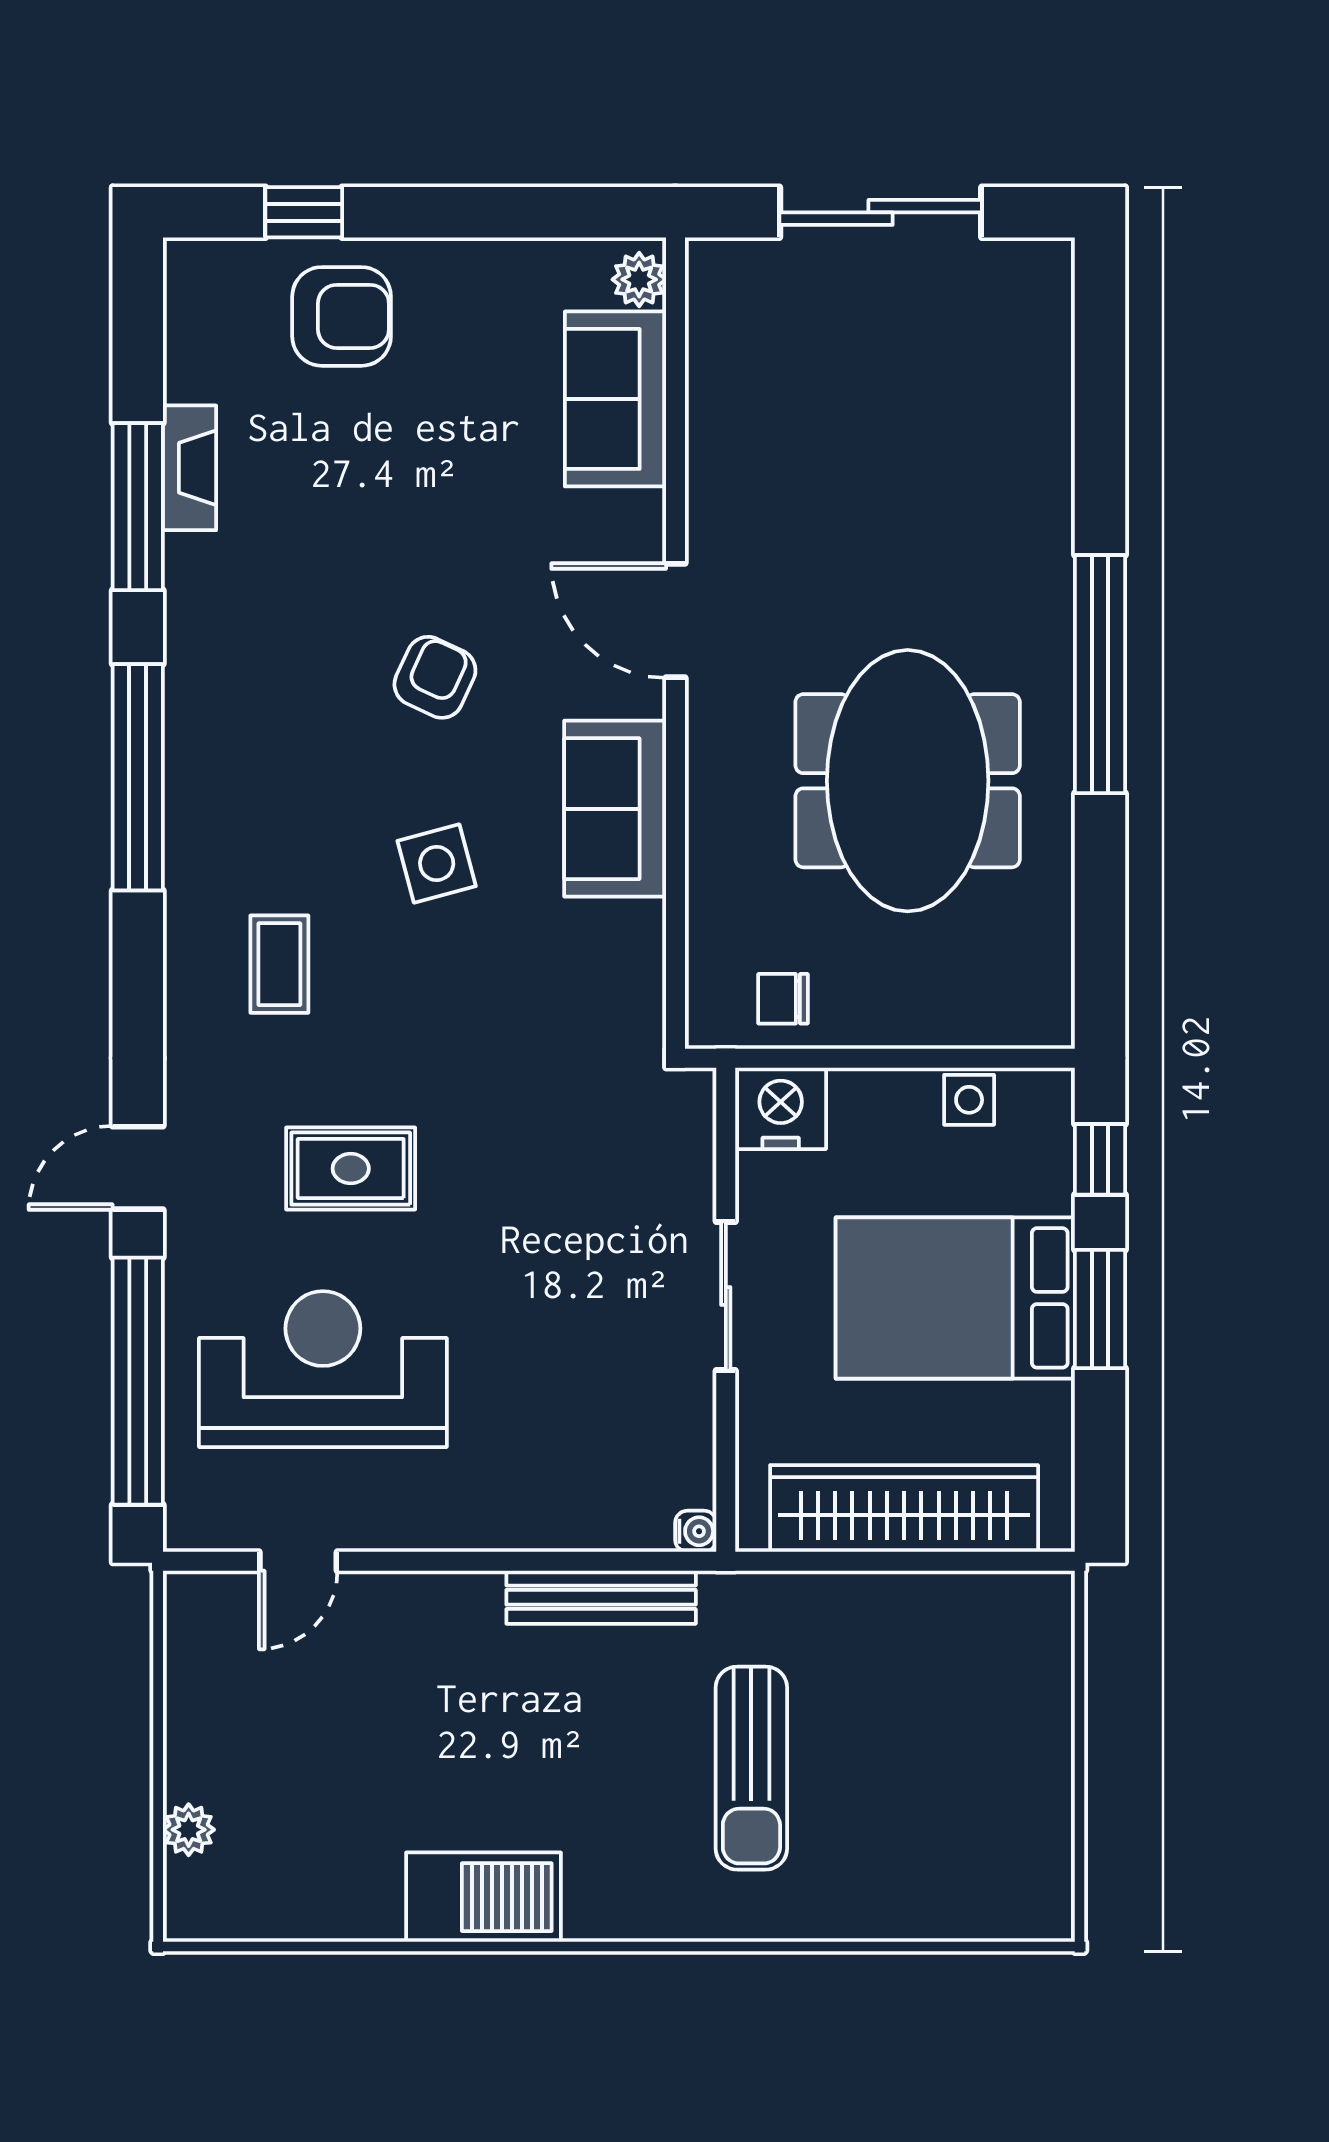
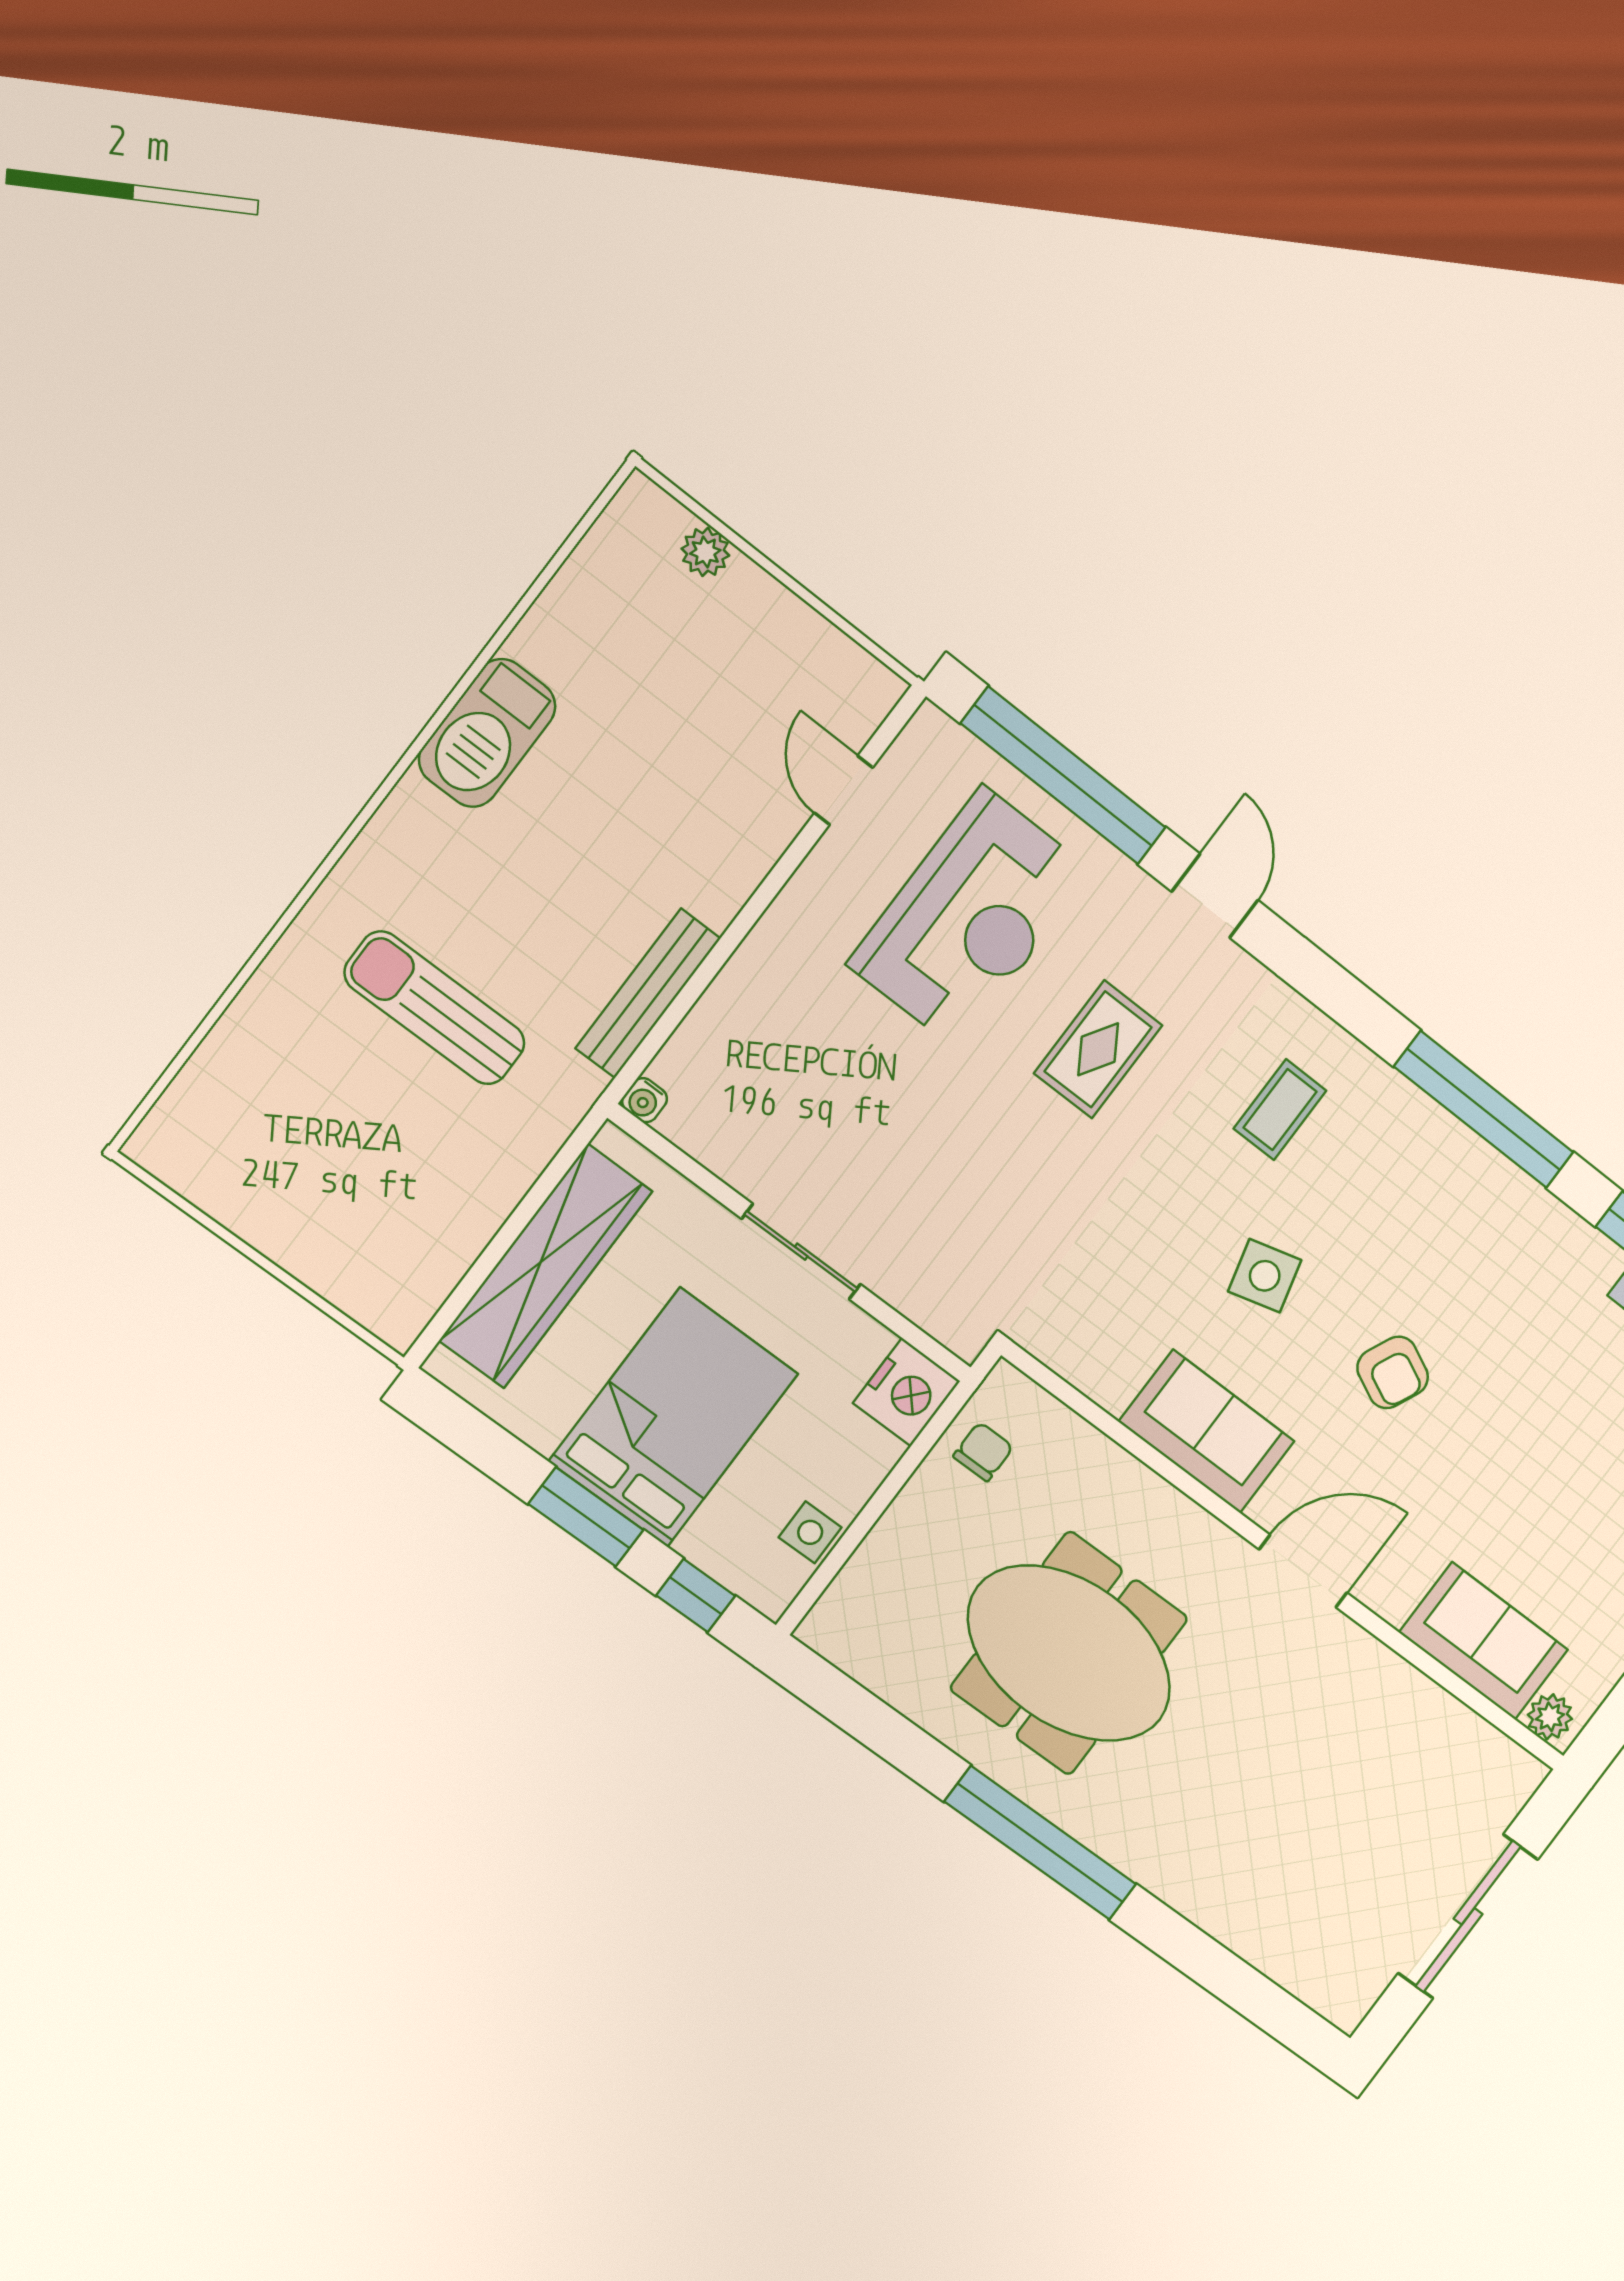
coffee table: (279, 964) -> (1280, 1110), turned 90

